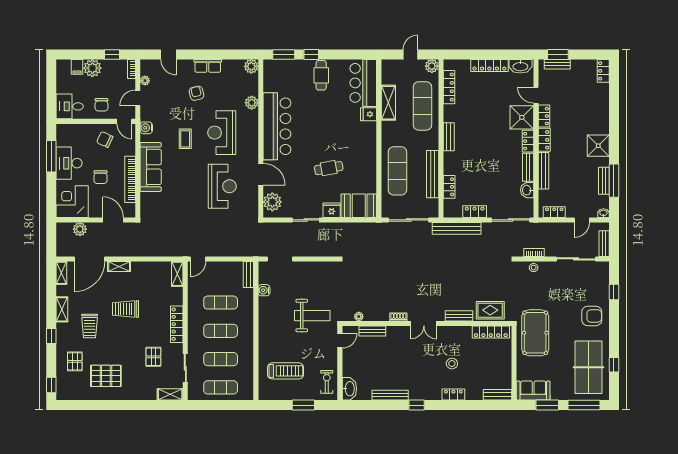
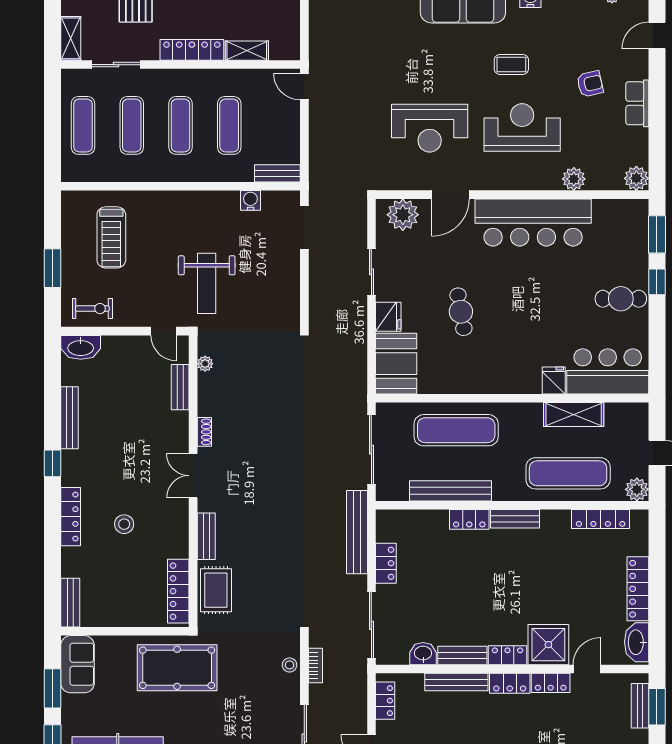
locker: (449, 187) -> (469, 519), moved
shelving: (177, 274) -> (247, 51), moved
locker: (453, 395) -> (71, 517), width x1.53

